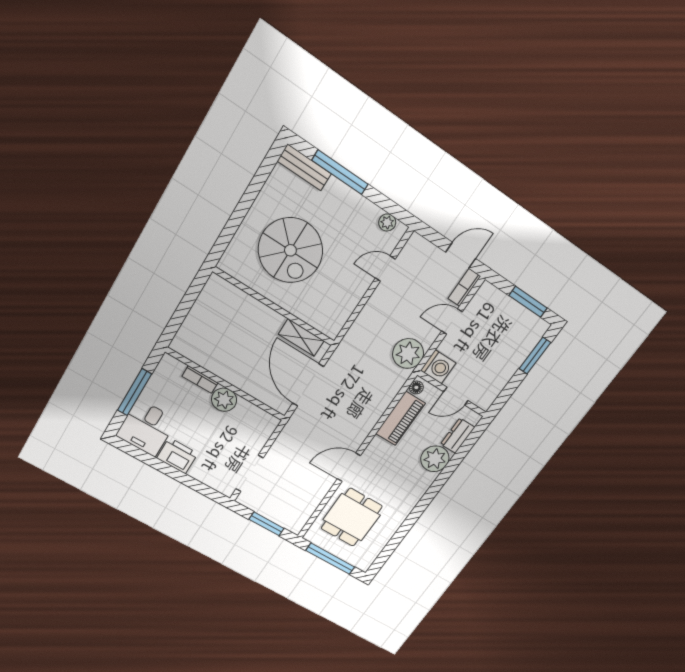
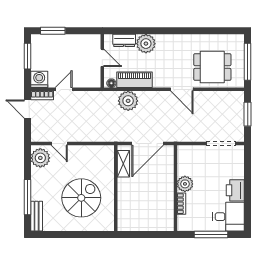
plant: (387, 222) -> (40, 158), width x1.88, depth x1.88
door: (452, 322) -> (64, 89), swing flipped
plant: (408, 354) -> (128, 101), moved
washing machine: (438, 367) -> (39, 79), moved

